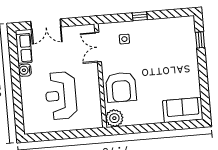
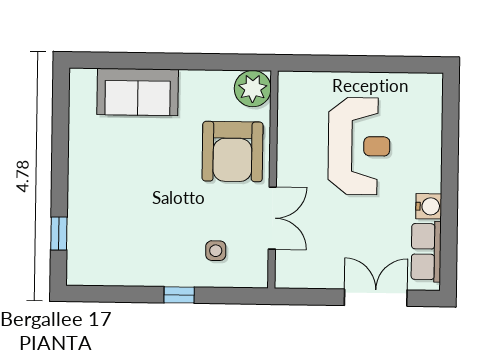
double door: (98, 47) -> (272, 218), moved
armchair: (121, 87) -> (233, 152), turned 180
sofa: (183, 110) -> (138, 92), moved

